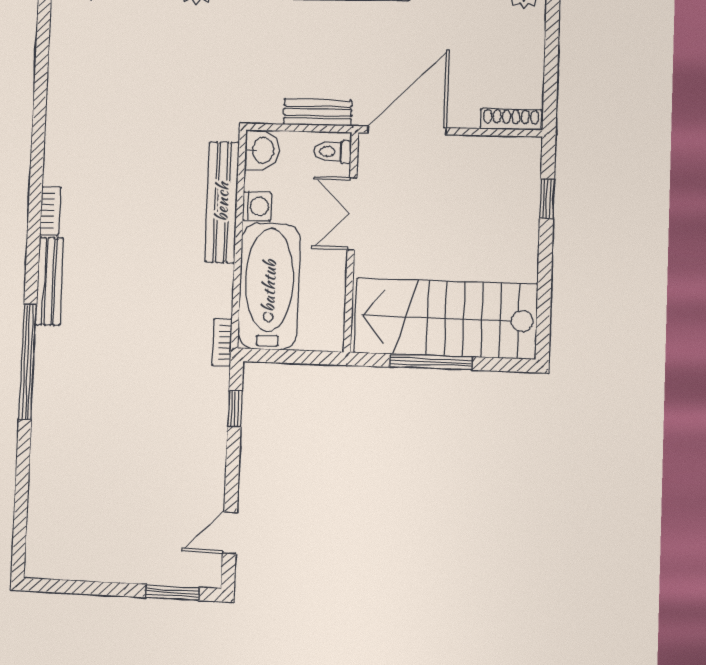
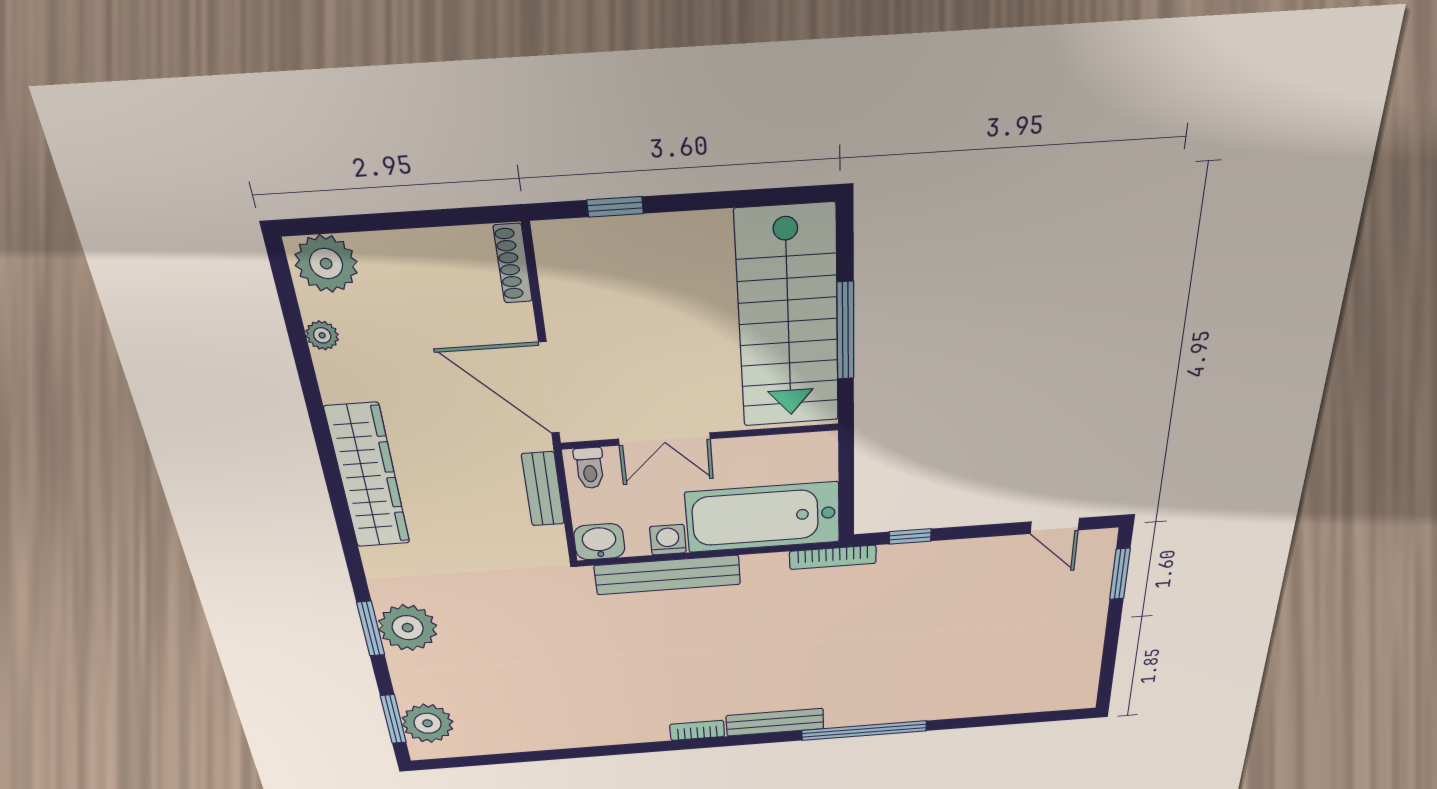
bookcase: (222, 342) -> (833, 557), width x1.56

